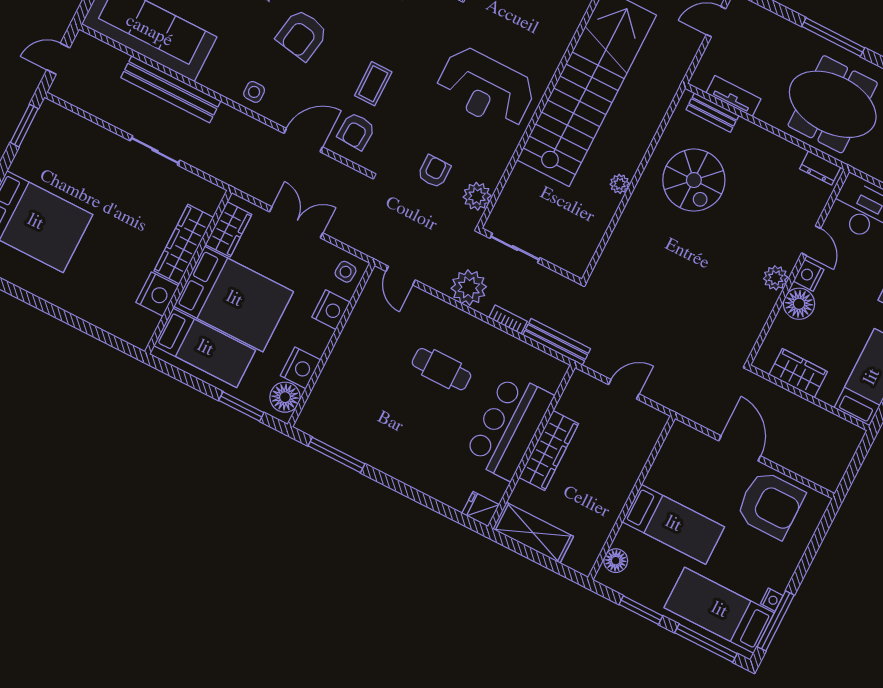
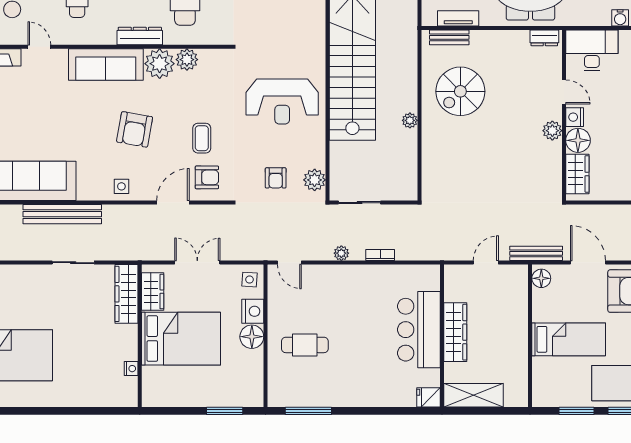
armchair: (356, 131) -> (207, 177), turned -93
armchair: (434, 172) -> (276, 178), turned 180
spiral stairs: (694, 180) -> (460, 91), turned 90
wardrobe: (184, 244) -> (127, 294), moved
plant: (469, 288) -> (341, 253), width x0.53, depth x0.53
nightstand: (157, 294) -> (131, 369), width x0.53, depth x0.56
bench: (557, 342) -> (536, 253), moved
bed: (205, 348) -> (178, 383), removed
nightstand: (301, 368) -> (252, 363), removed
cafe table: (441, 369) -> (305, 345), moved
wardrobe: (798, 373) -> (577, 174), moved, turned 90
floor lamp: (285, 397) -> (252, 337), moved
floor lamp: (616, 561) -> (541, 278), moved

